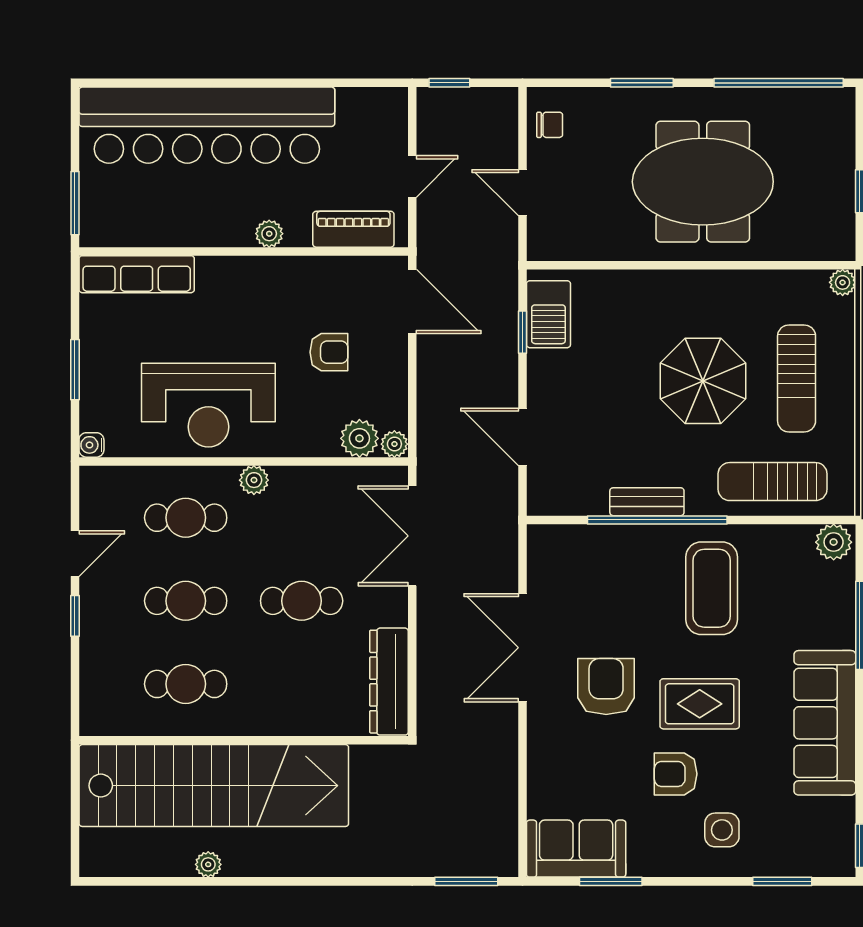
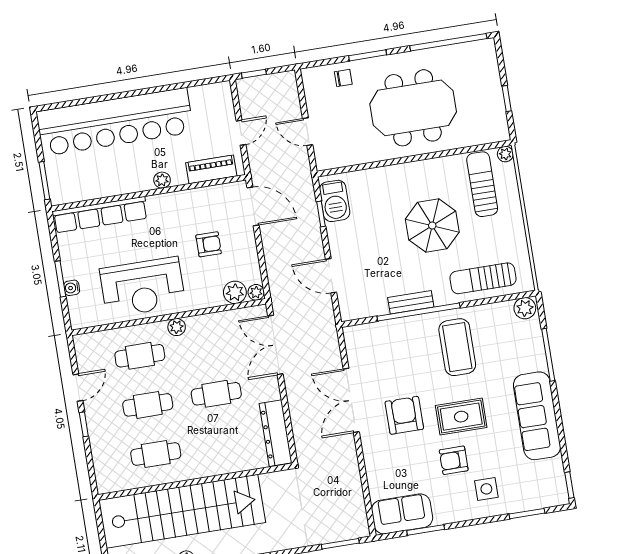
chair: (550, 125) -> (343, 78), moved
row of seats: (137, 274) -> (100, 215), width x1.36
sun lounger: (797, 378) -> (482, 184), moved, turned 180
water cooler: (91, 445) -> (72, 288), moved

